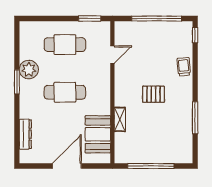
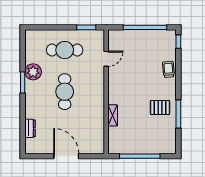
cafe table: (65, 92) -> (65, 92), turned 90
pallet: (153, 94) -> (160, 107), moved
dresser: (25, 134) -> (30, 128), width x0.70
booth: (98, 134) -> (93, 128), removed
door: (67, 166) -> (66, 156), hinge flipped

